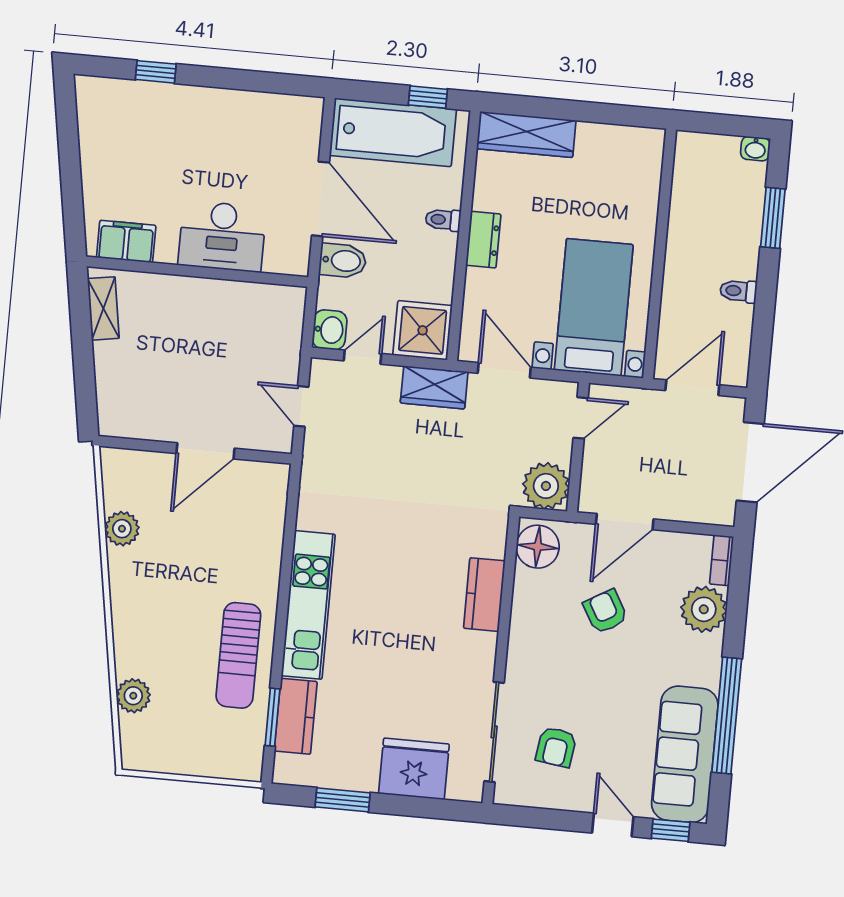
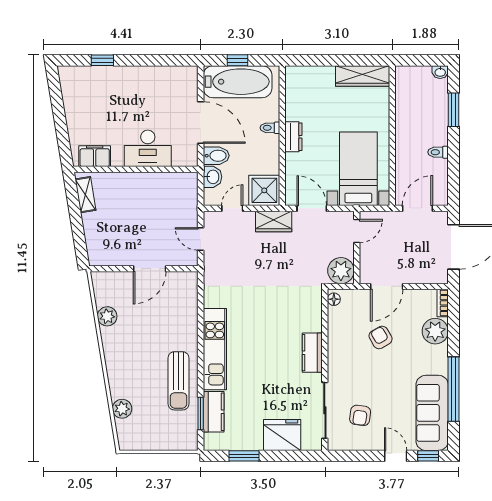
window: (428, 97) -> (238, 60), moved
wardrobe: (526, 134) -> (363, 76), moved
washbasin: (330, 330) -> (212, 177), moved
floor lamp: (538, 547) -> (334, 299), width x0.53, depth x0.53
kitchen counter: (484, 595) -> (312, 353), moved

